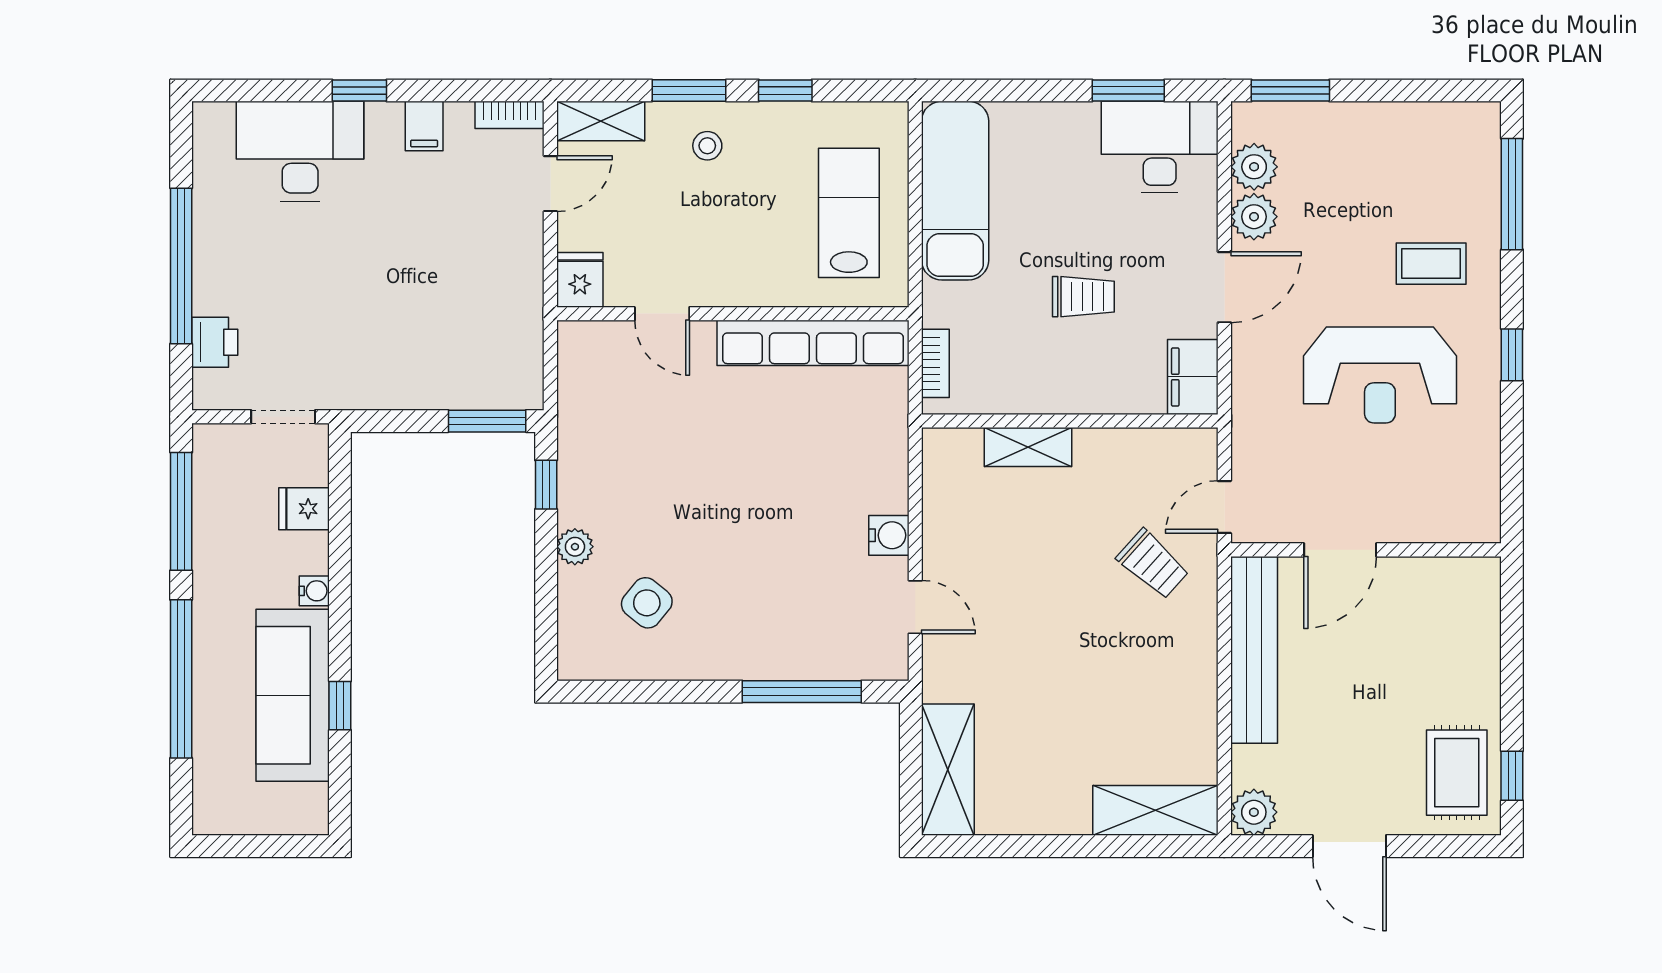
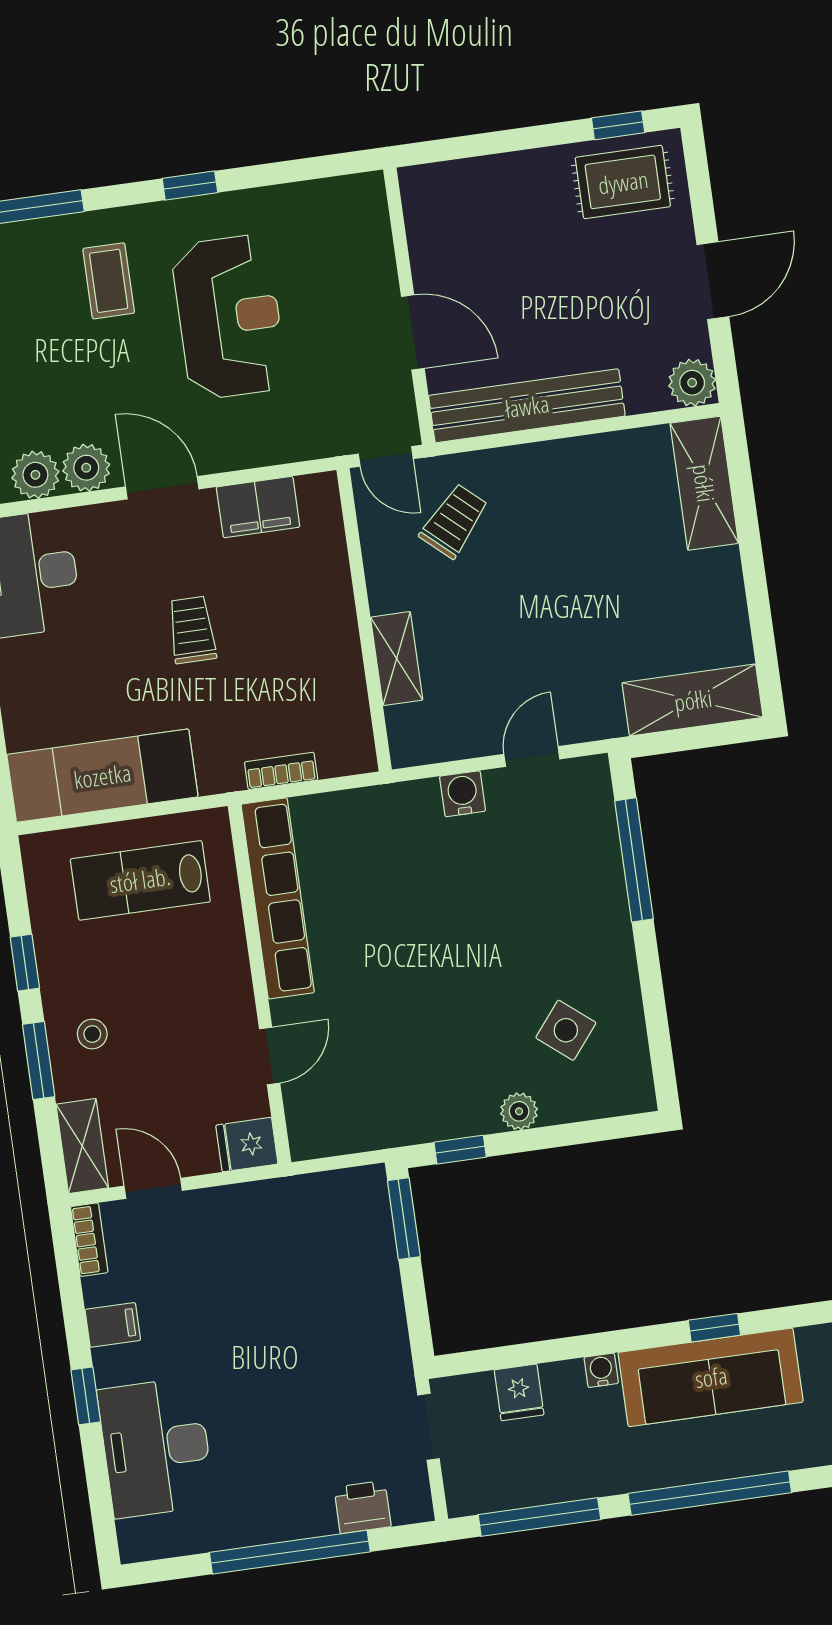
wall: (1070, 421) -> (364, 620), moved
shelving: (1028, 447) -> (397, 659), moved

